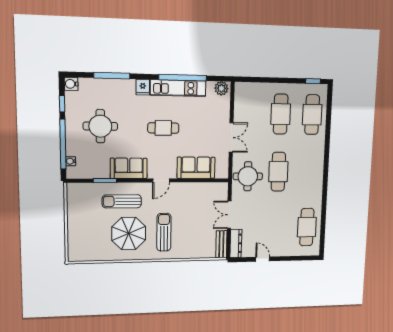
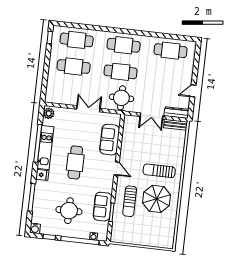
cafe table: (163, 128) -> (75, 162), width x1.37, depth x1.35
sofa: (129, 168) -> (103, 207), moved
cafe table: (309, 172) -> (124, 45), added

